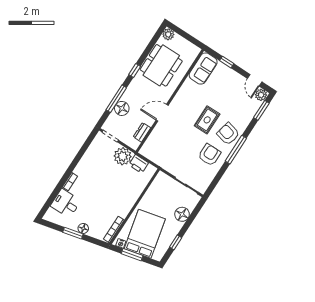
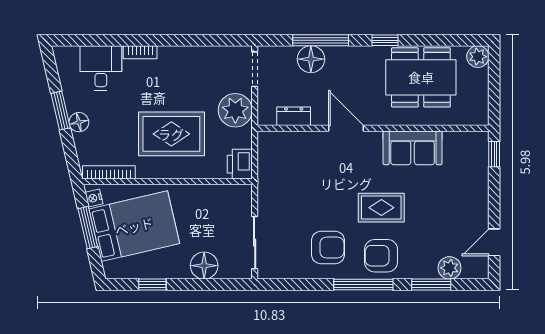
window: (227, 62) -> (494, 154), moved
sofa: (203, 69) -> (413, 148), moved
plant: (261, 95) -> (449, 268), moved
window: (261, 110) -> (431, 285), moved
armchair: (228, 134) -> (381, 256), turned -103
printer: (139, 164) -> (240, 164), moved
rug: (115, 191) -> (171, 134), added

